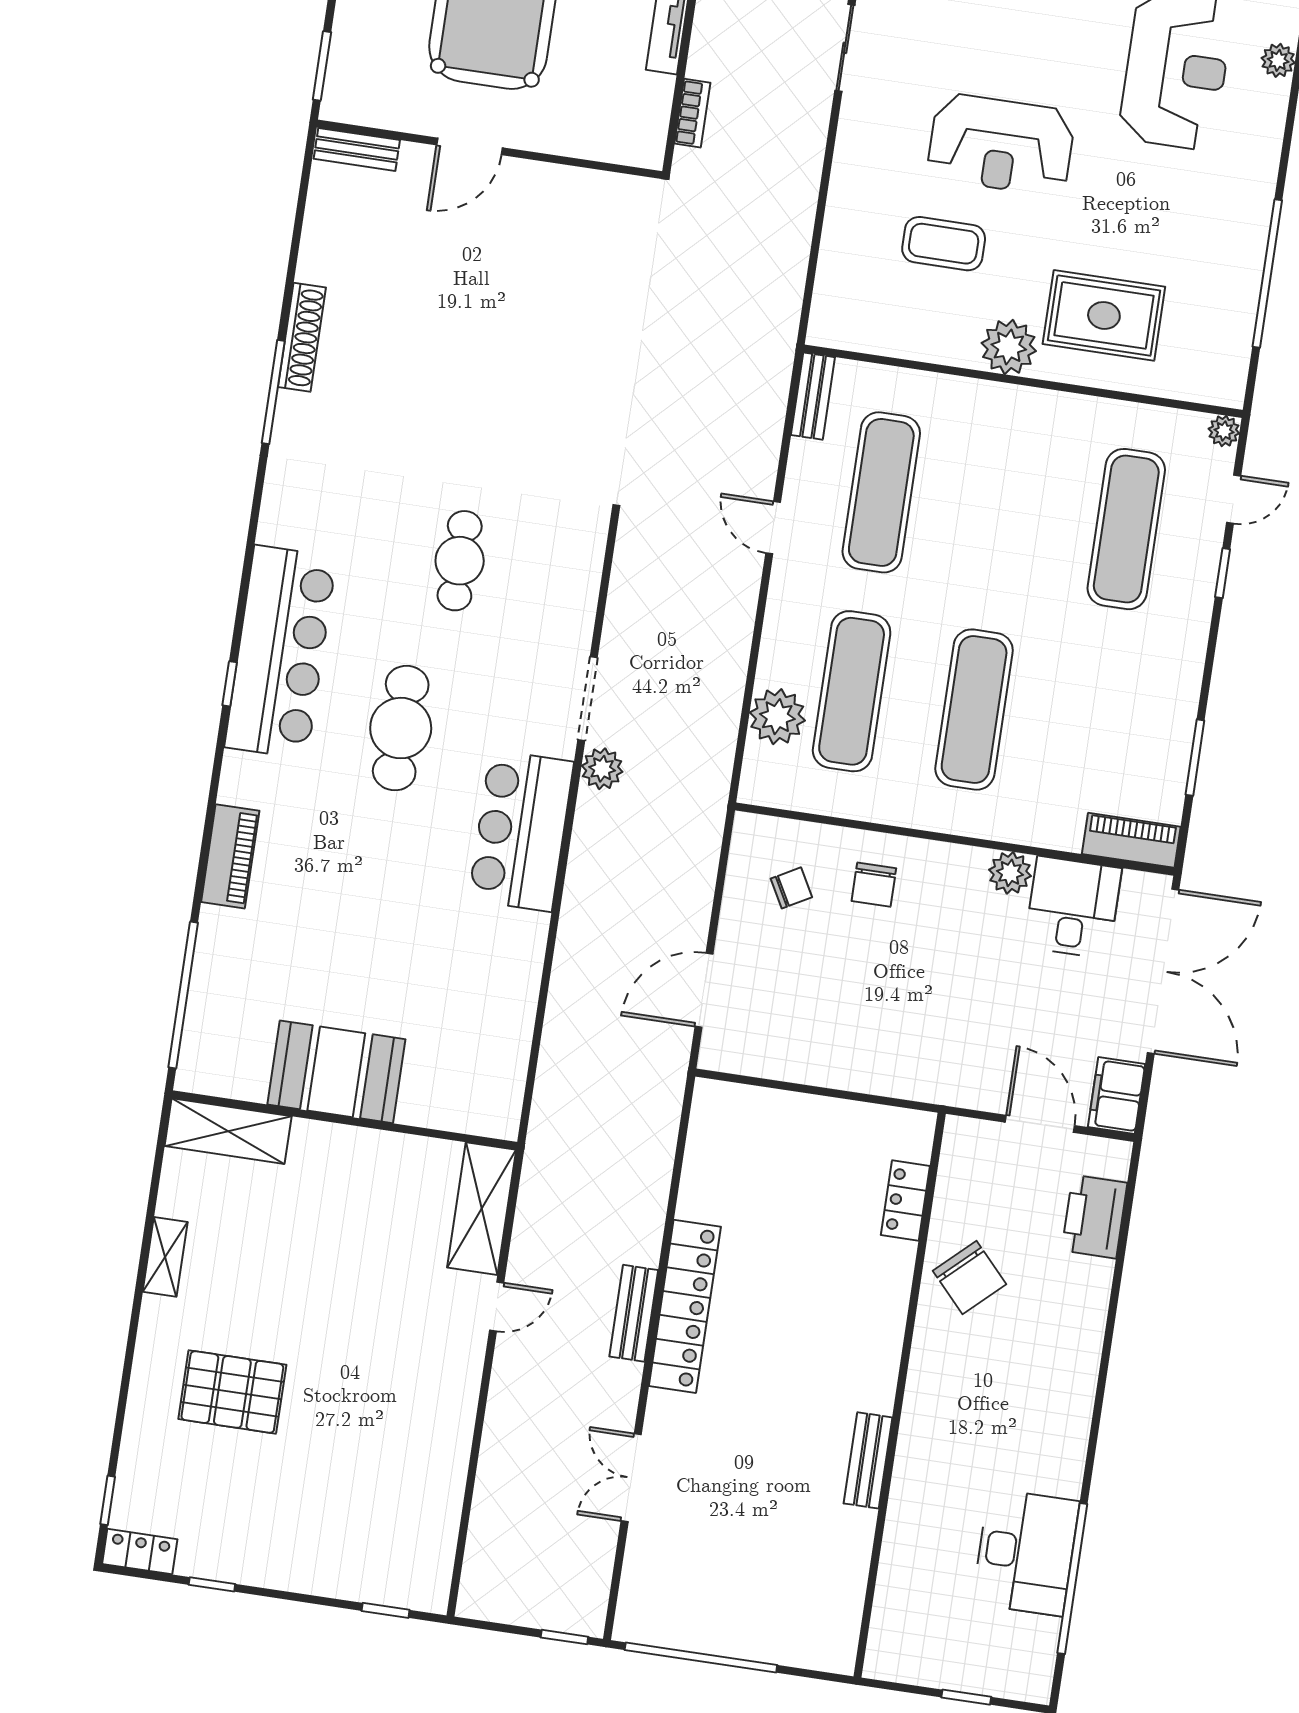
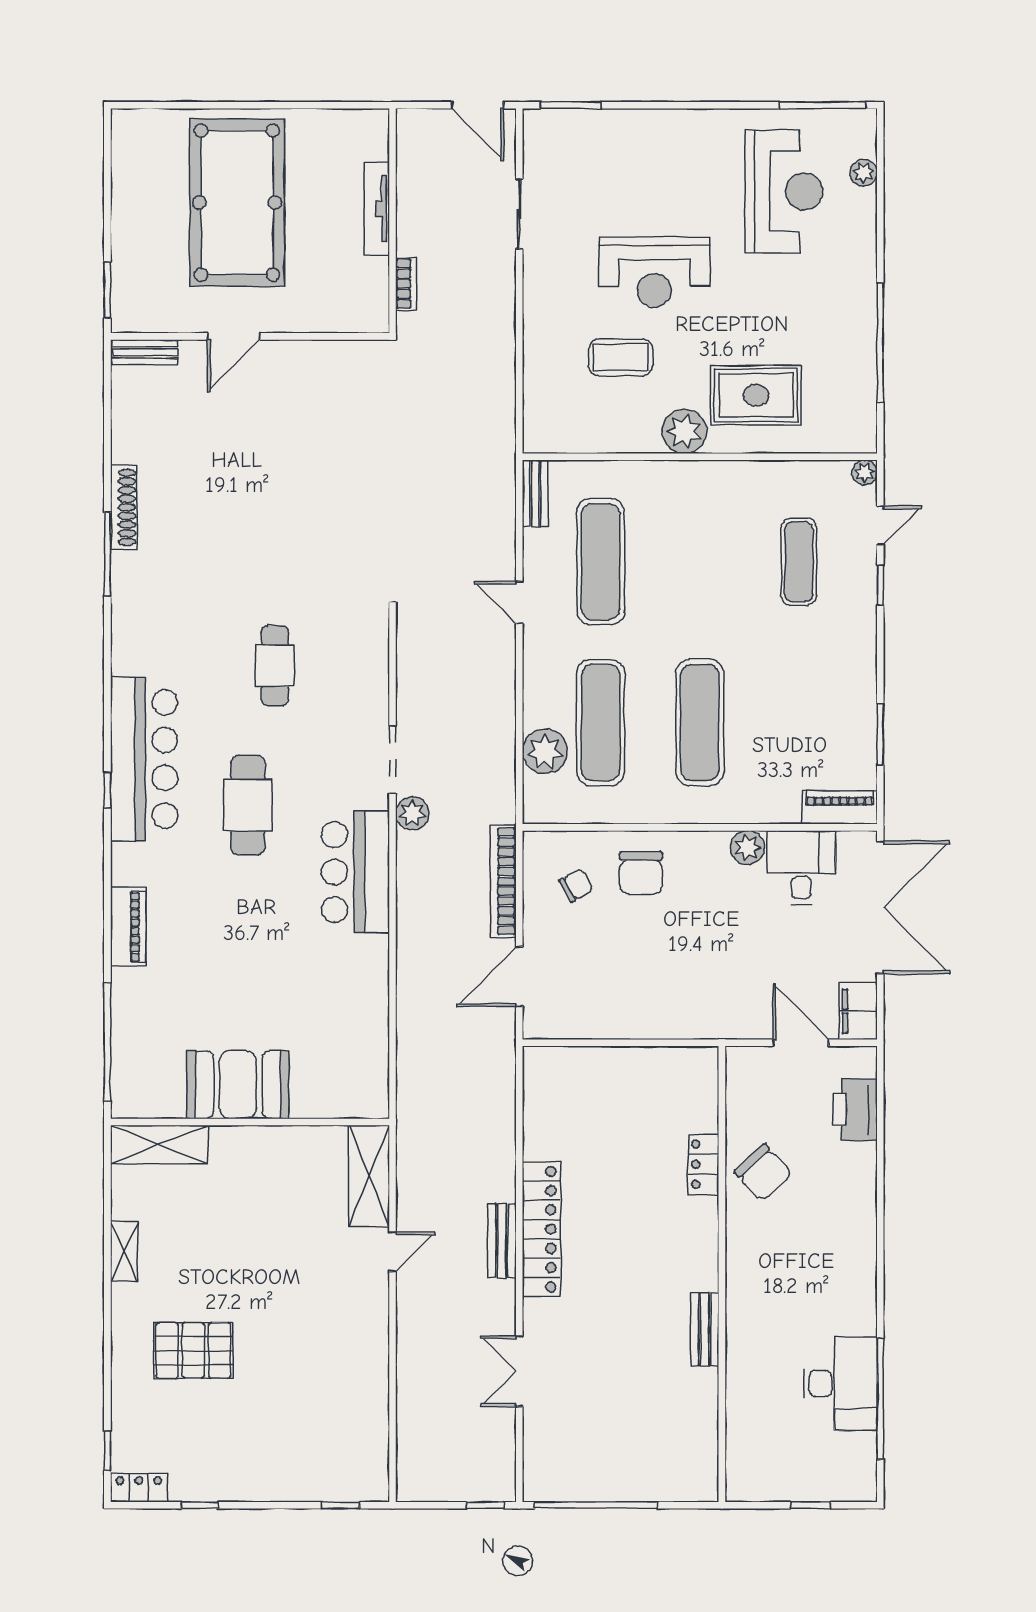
exercise mat: (1126, 529) -> (799, 562), width x0.73, depth x0.69
bookcase: (702, 870) -> (503, 881), added
chair: (874, 885) -> (641, 873), width x1.37, depth x1.37
locker: (905, 1200) -> (703, 1164), moved

